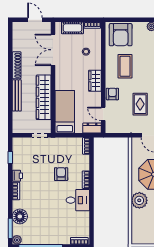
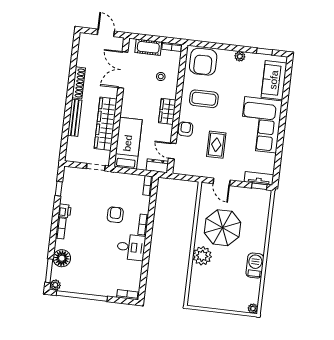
coffee table: (125, 66) -> (204, 99), turned 90

